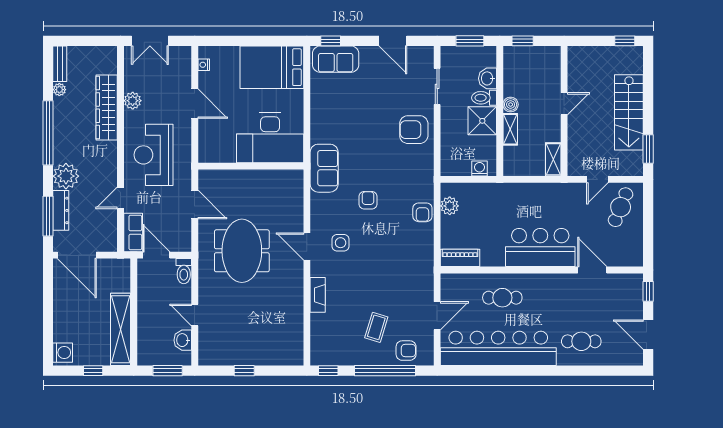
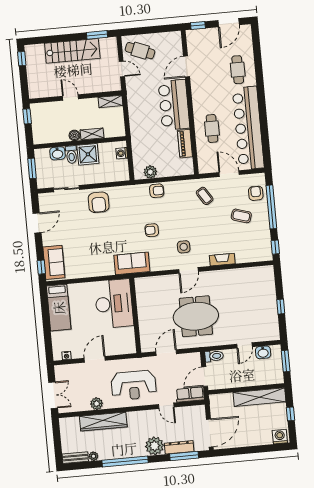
window: (523, 41) -> (27, 116), moved
bed: (272, 67) -> (59, 308), width x0.67
piano: (460, 258) -> (185, 144), moved
coffee table: (409, 279) -> (205, 196), added

